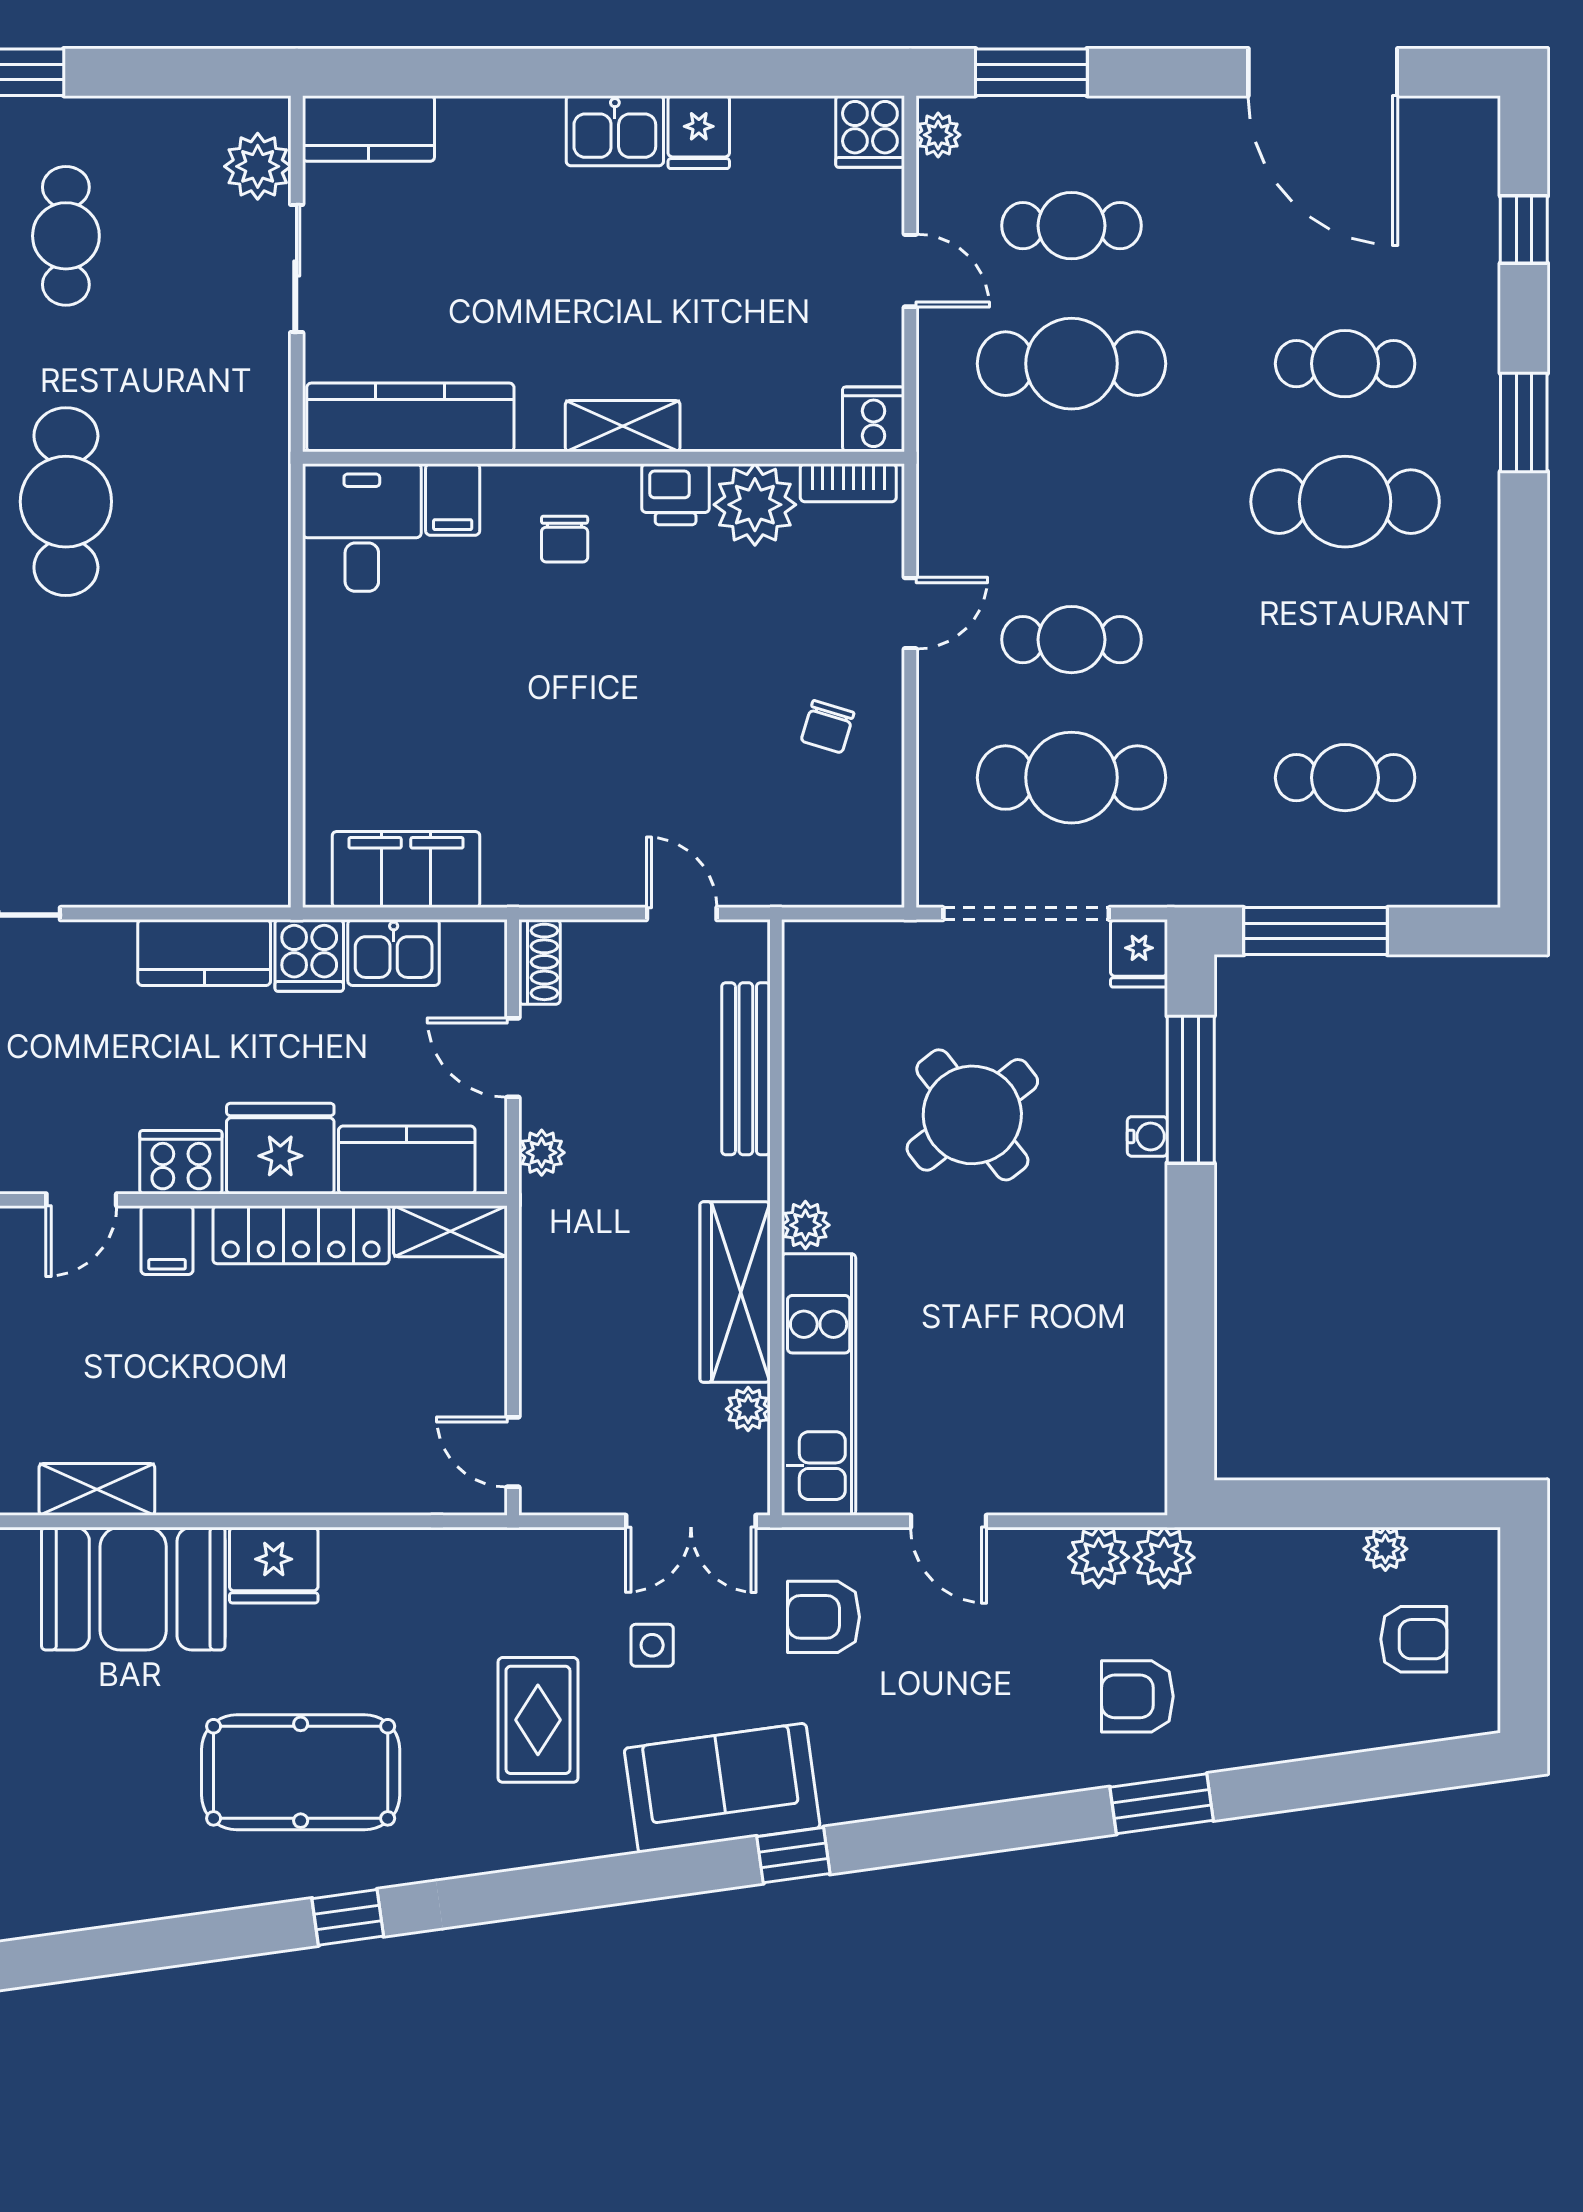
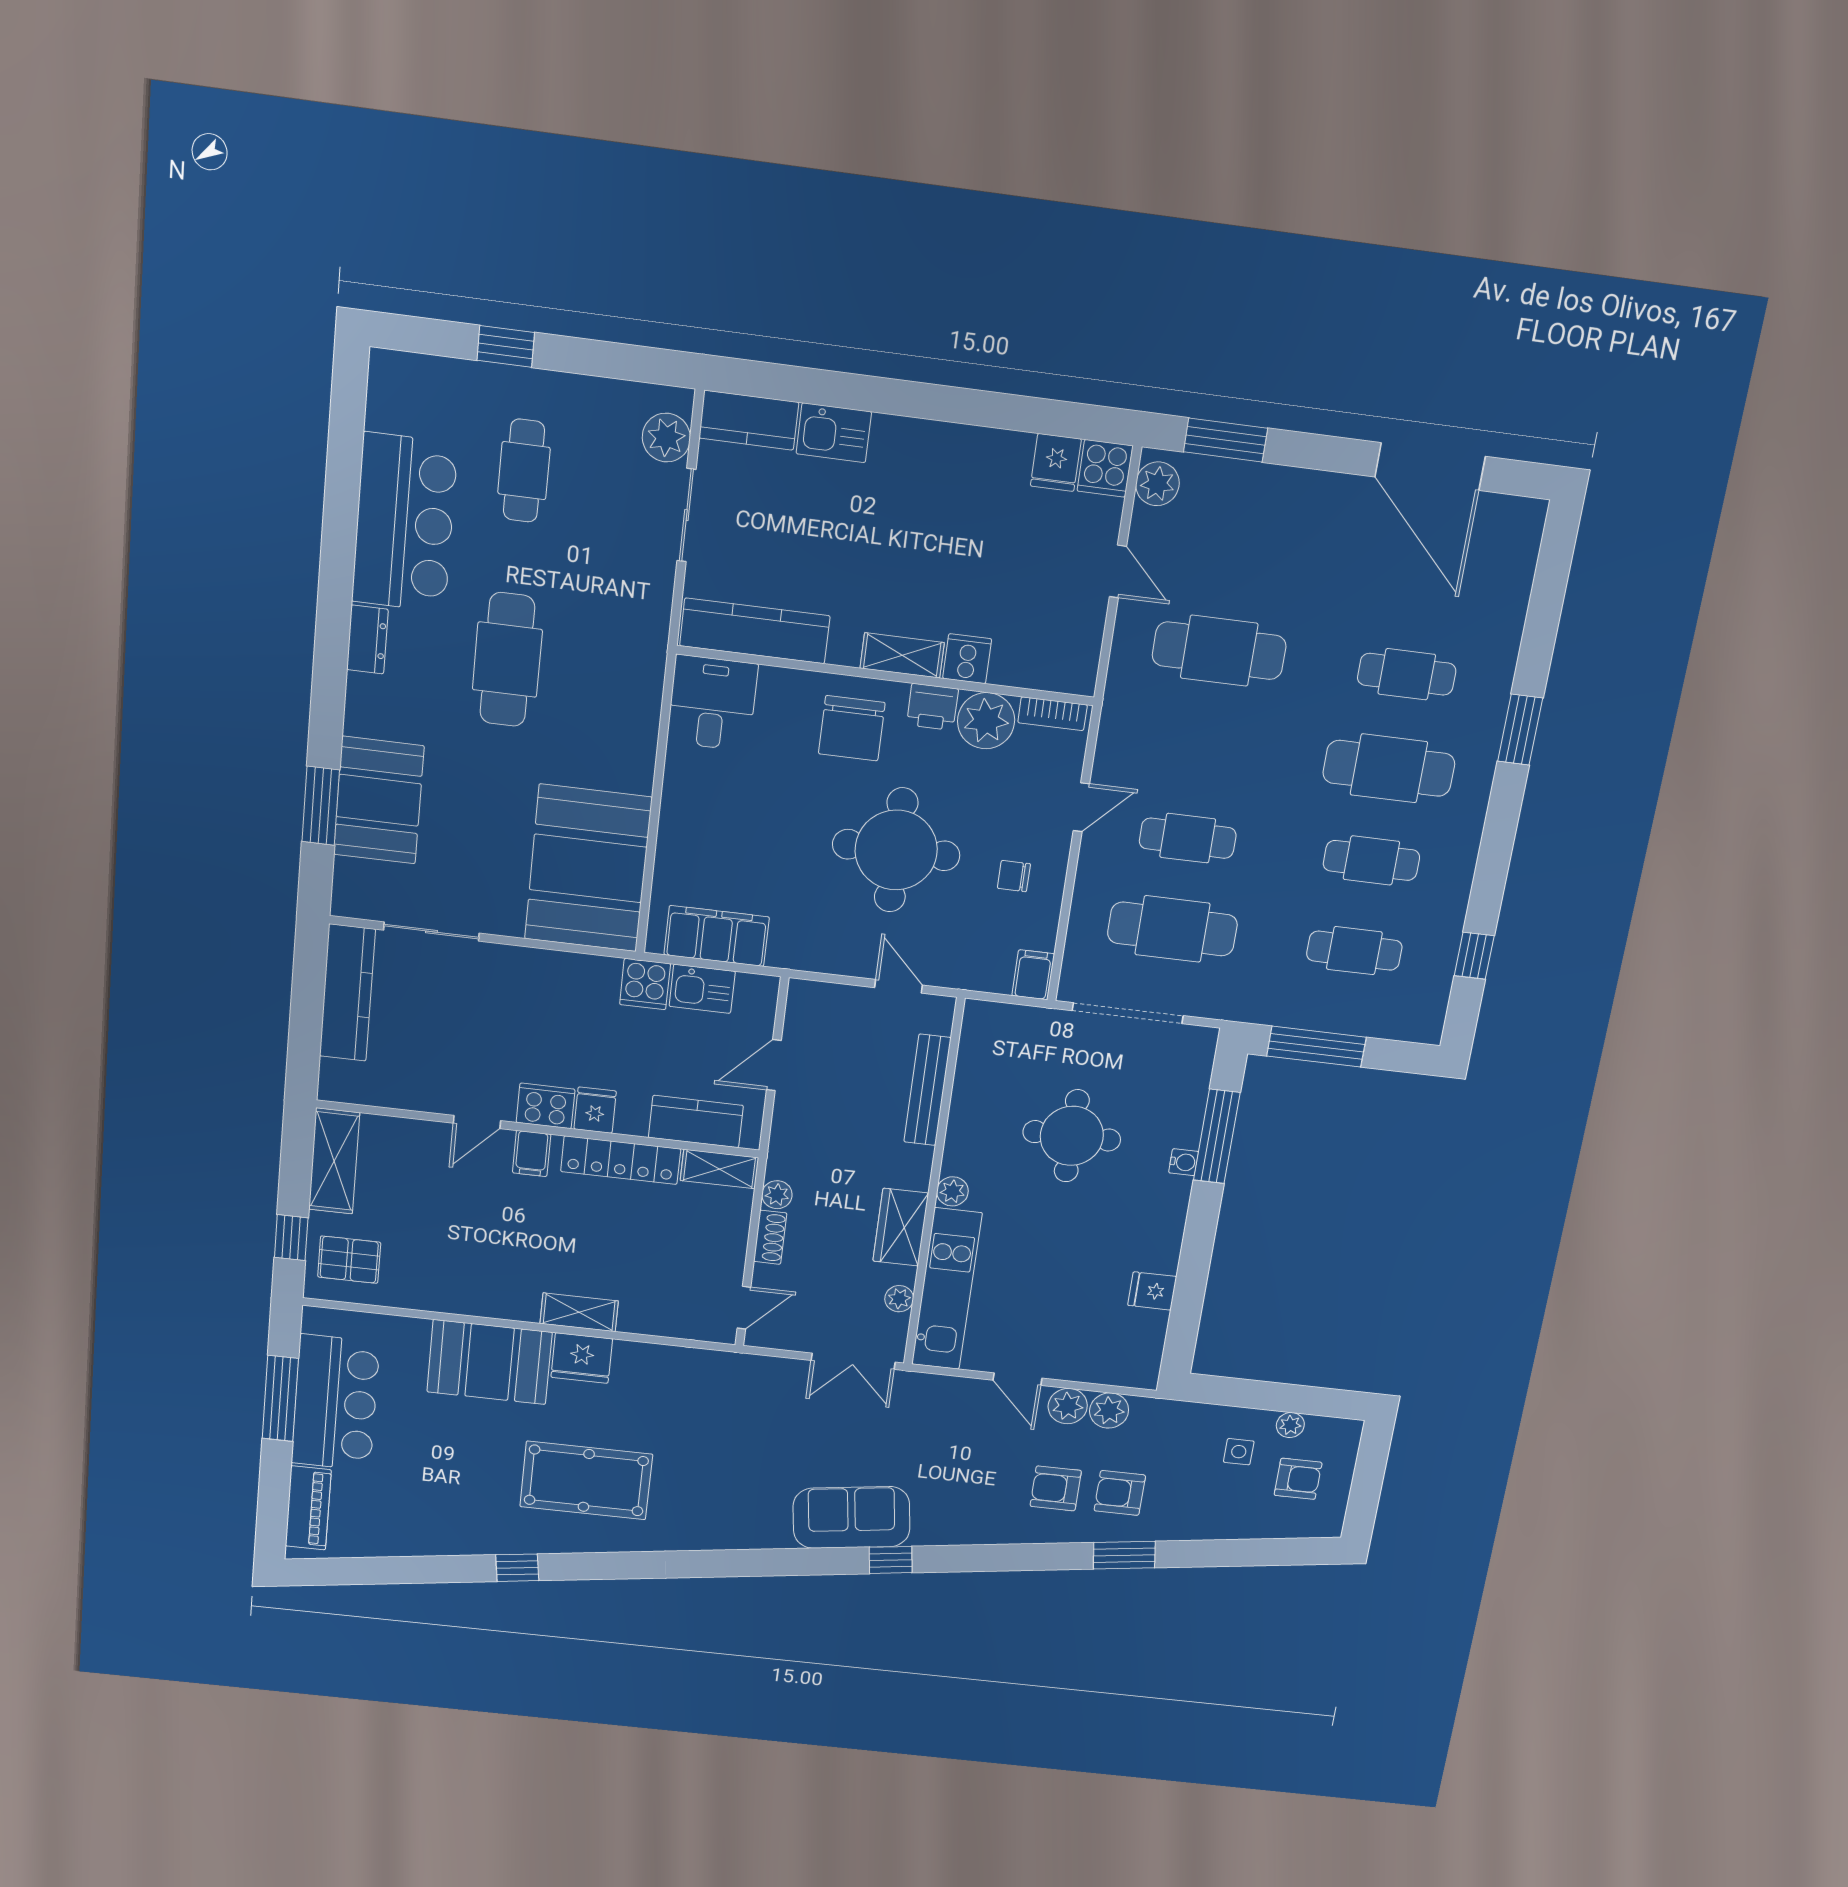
kitchen sink: (615, 131) -> (834, 433), moved
fridge: (699, 132) -> (1056, 462), moved
plant: (938, 135) -> (1157, 484), width x1.38, depth x1.38
cafe table: (1071, 226) -> (1371, 860), moved
window: (1524, 230) -> (1474, 956), moved
cooker: (874, 419) -> (967, 659), moved
filing cabinet: (453, 499) -> (1033, 975), moved, turned 180
chair: (565, 539) -> (852, 728), width x1.87, depth x1.87
round table: (651, 709) -> (896, 850), added
chair: (827, 727) -> (1014, 876), turned 73
booth: (209, 791) -> (588, 868), added
kitchen counter: (204, 953) -> (574, 974), removed
fridge: (1139, 953) -> (1152, 1291), moved, turned 90
shoe rack: (539, 962) -> (770, 1237), moved
door: (513, 1058) -> (774, 1065), hinge flipped
round table: (972, 1115) -> (1072, 1136), turned 38
fridge: (280, 1149) -> (595, 1110), width x0.53, depth x0.75
plant: (542, 1153) -> (777, 1195), moved
wardrobe: (735, 1292) -> (901, 1227), width x0.67
door: (513, 1452) -> (744, 1308), swing flipped
shelving: (97, 1489) -> (579, 1312), moved
plant: (1164, 1558) -> (1068, 1406), moved
armchair: (824, 1617) -> (1056, 1488), moved
side table: (652, 1645) -> (1239, 1452), moved
rug: (538, 1720) -> (740, 1466), removed
window: (348, 1917) -> (517, 1568), moved

